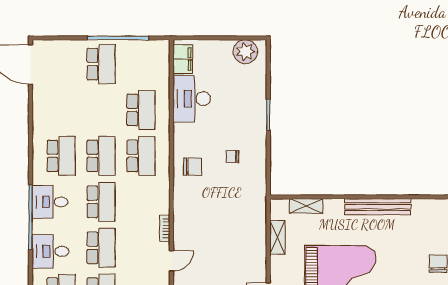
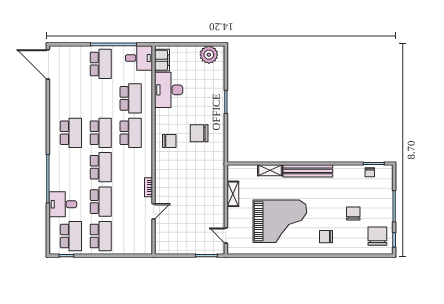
chair: (232, 157) -> (199, 133), width x1.87, depth x1.87
desk: (50, 202) -> (139, 58), moved, turned 180
shelving: (306, 206) -> (270, 170), moved

